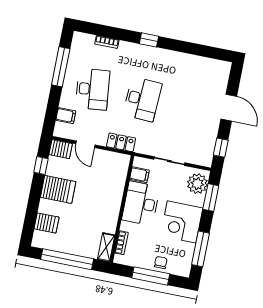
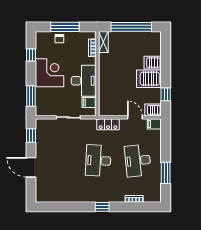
window: (61, 67) -> (166, 173), width x0.69
filing cabinet: (66, 116) -> (154, 124), moved
plant: (197, 184) -> (43, 104), removed
server rack: (47, 223) -> (153, 63), moved
window: (201, 249) -> (31, 55), width x0.46

